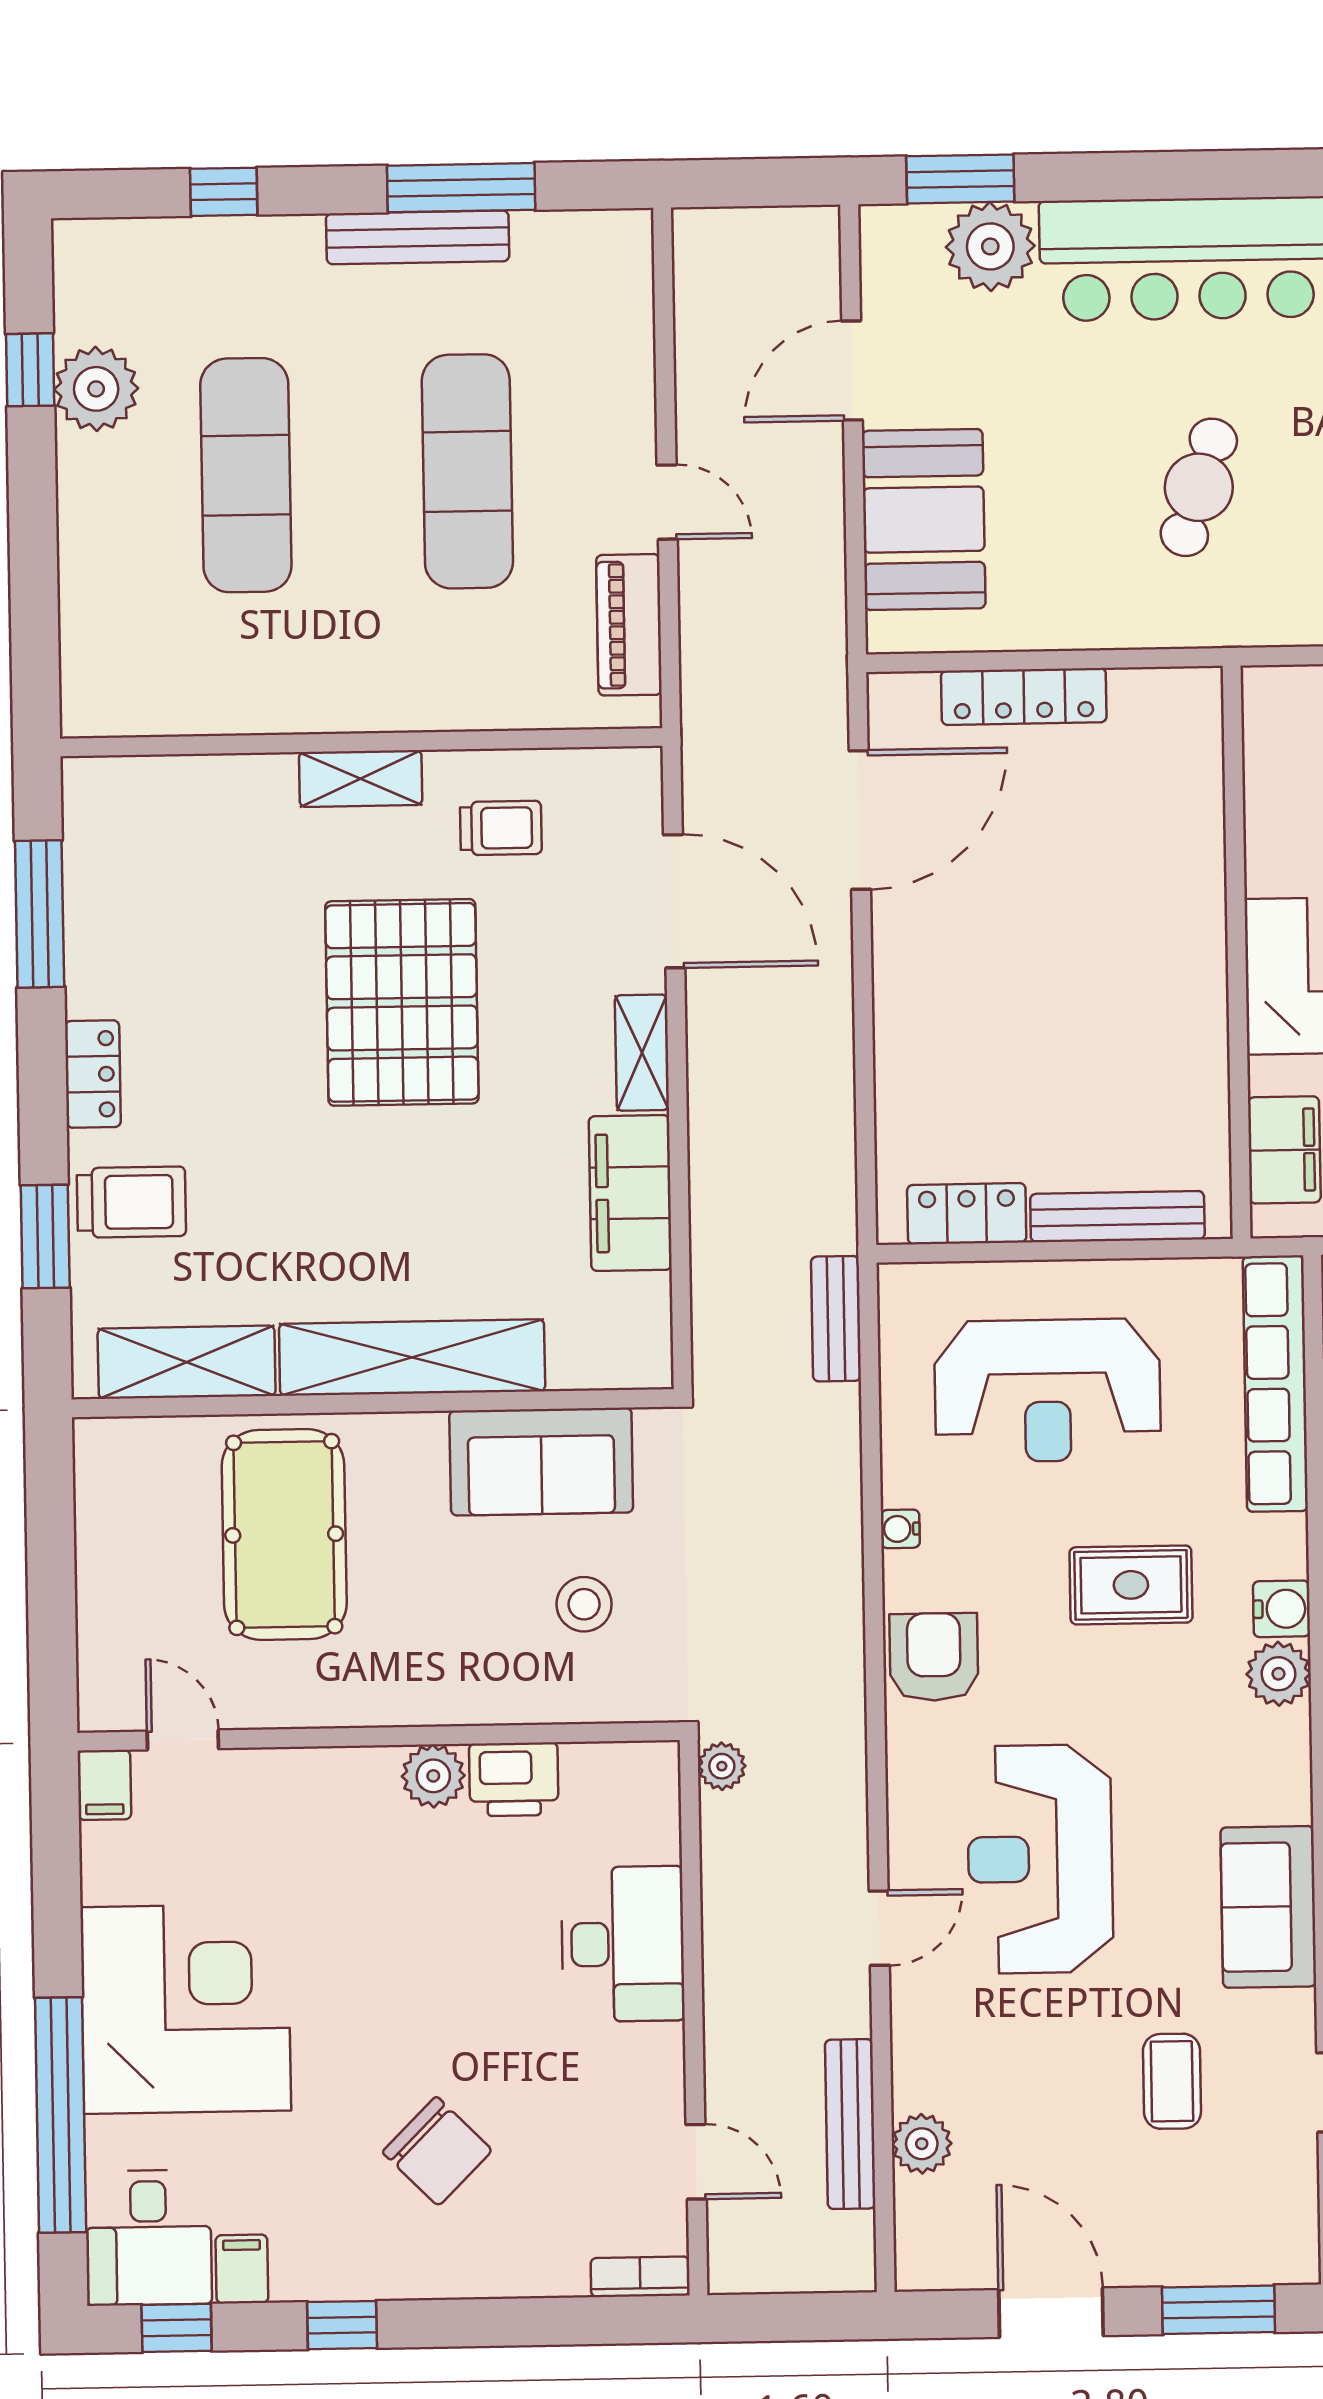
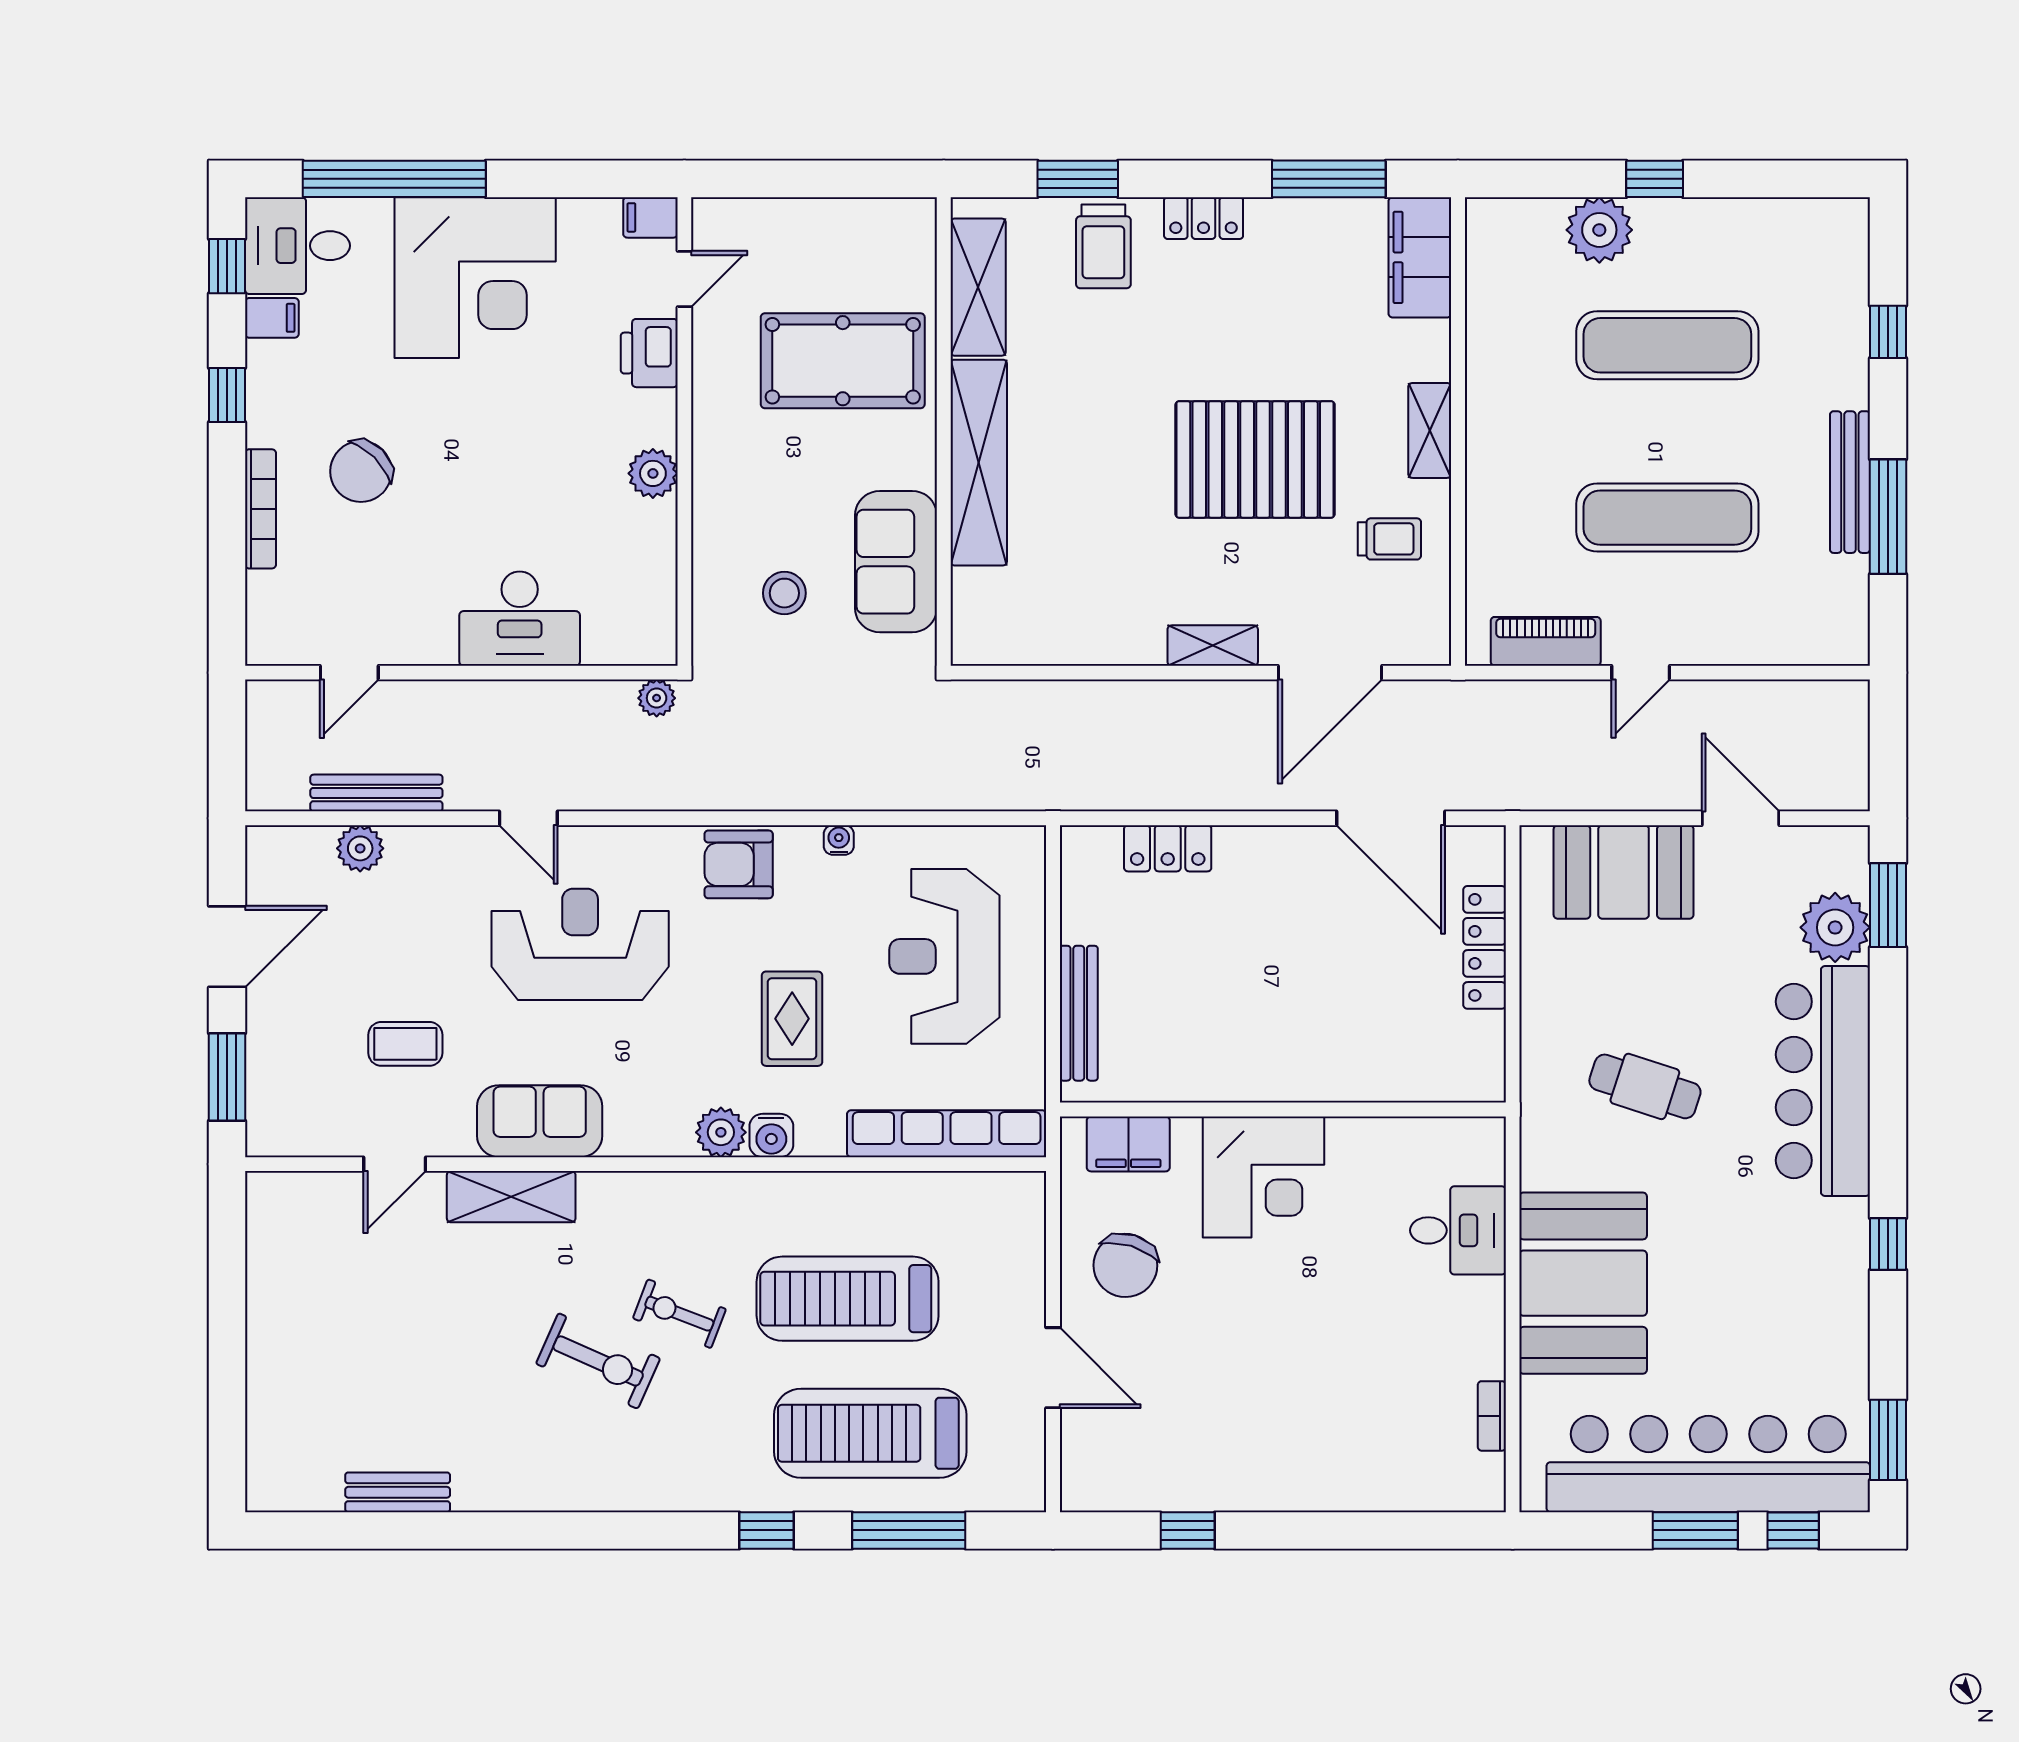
window: (30, 370) -> (1655, 179), moved
plant: (96, 389) -> (1599, 230), moved
trolley: (501, 828) -> (1389, 539), turned -90
filing cabinet: (630, 1193) -> (1420, 257), moved, turned -90
locker: (967, 1214) -> (1168, 848), moved, turned 90
bench: (836, 1319) -> (1003, 793), removed
armchair: (934, 1657) -> (739, 864), turned 180
printer: (514, 1779) -> (649, 353), moved
bookcase: (640, 2277) -> (261, 509), moved, width x1.56

